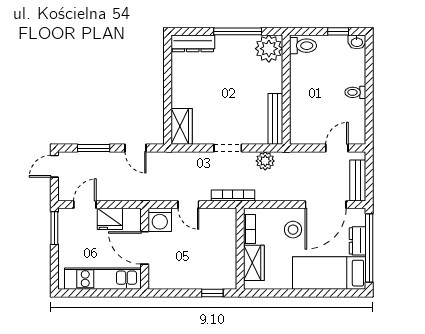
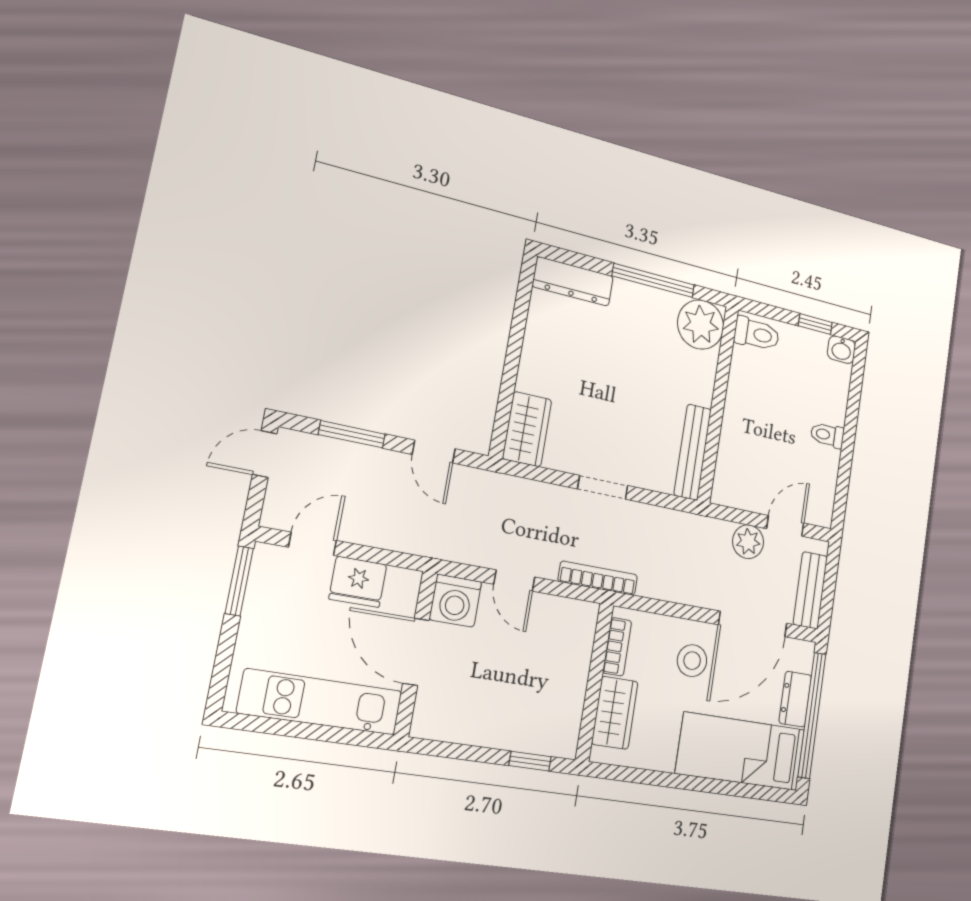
plant: (265, 161) -> (748, 542), moved

